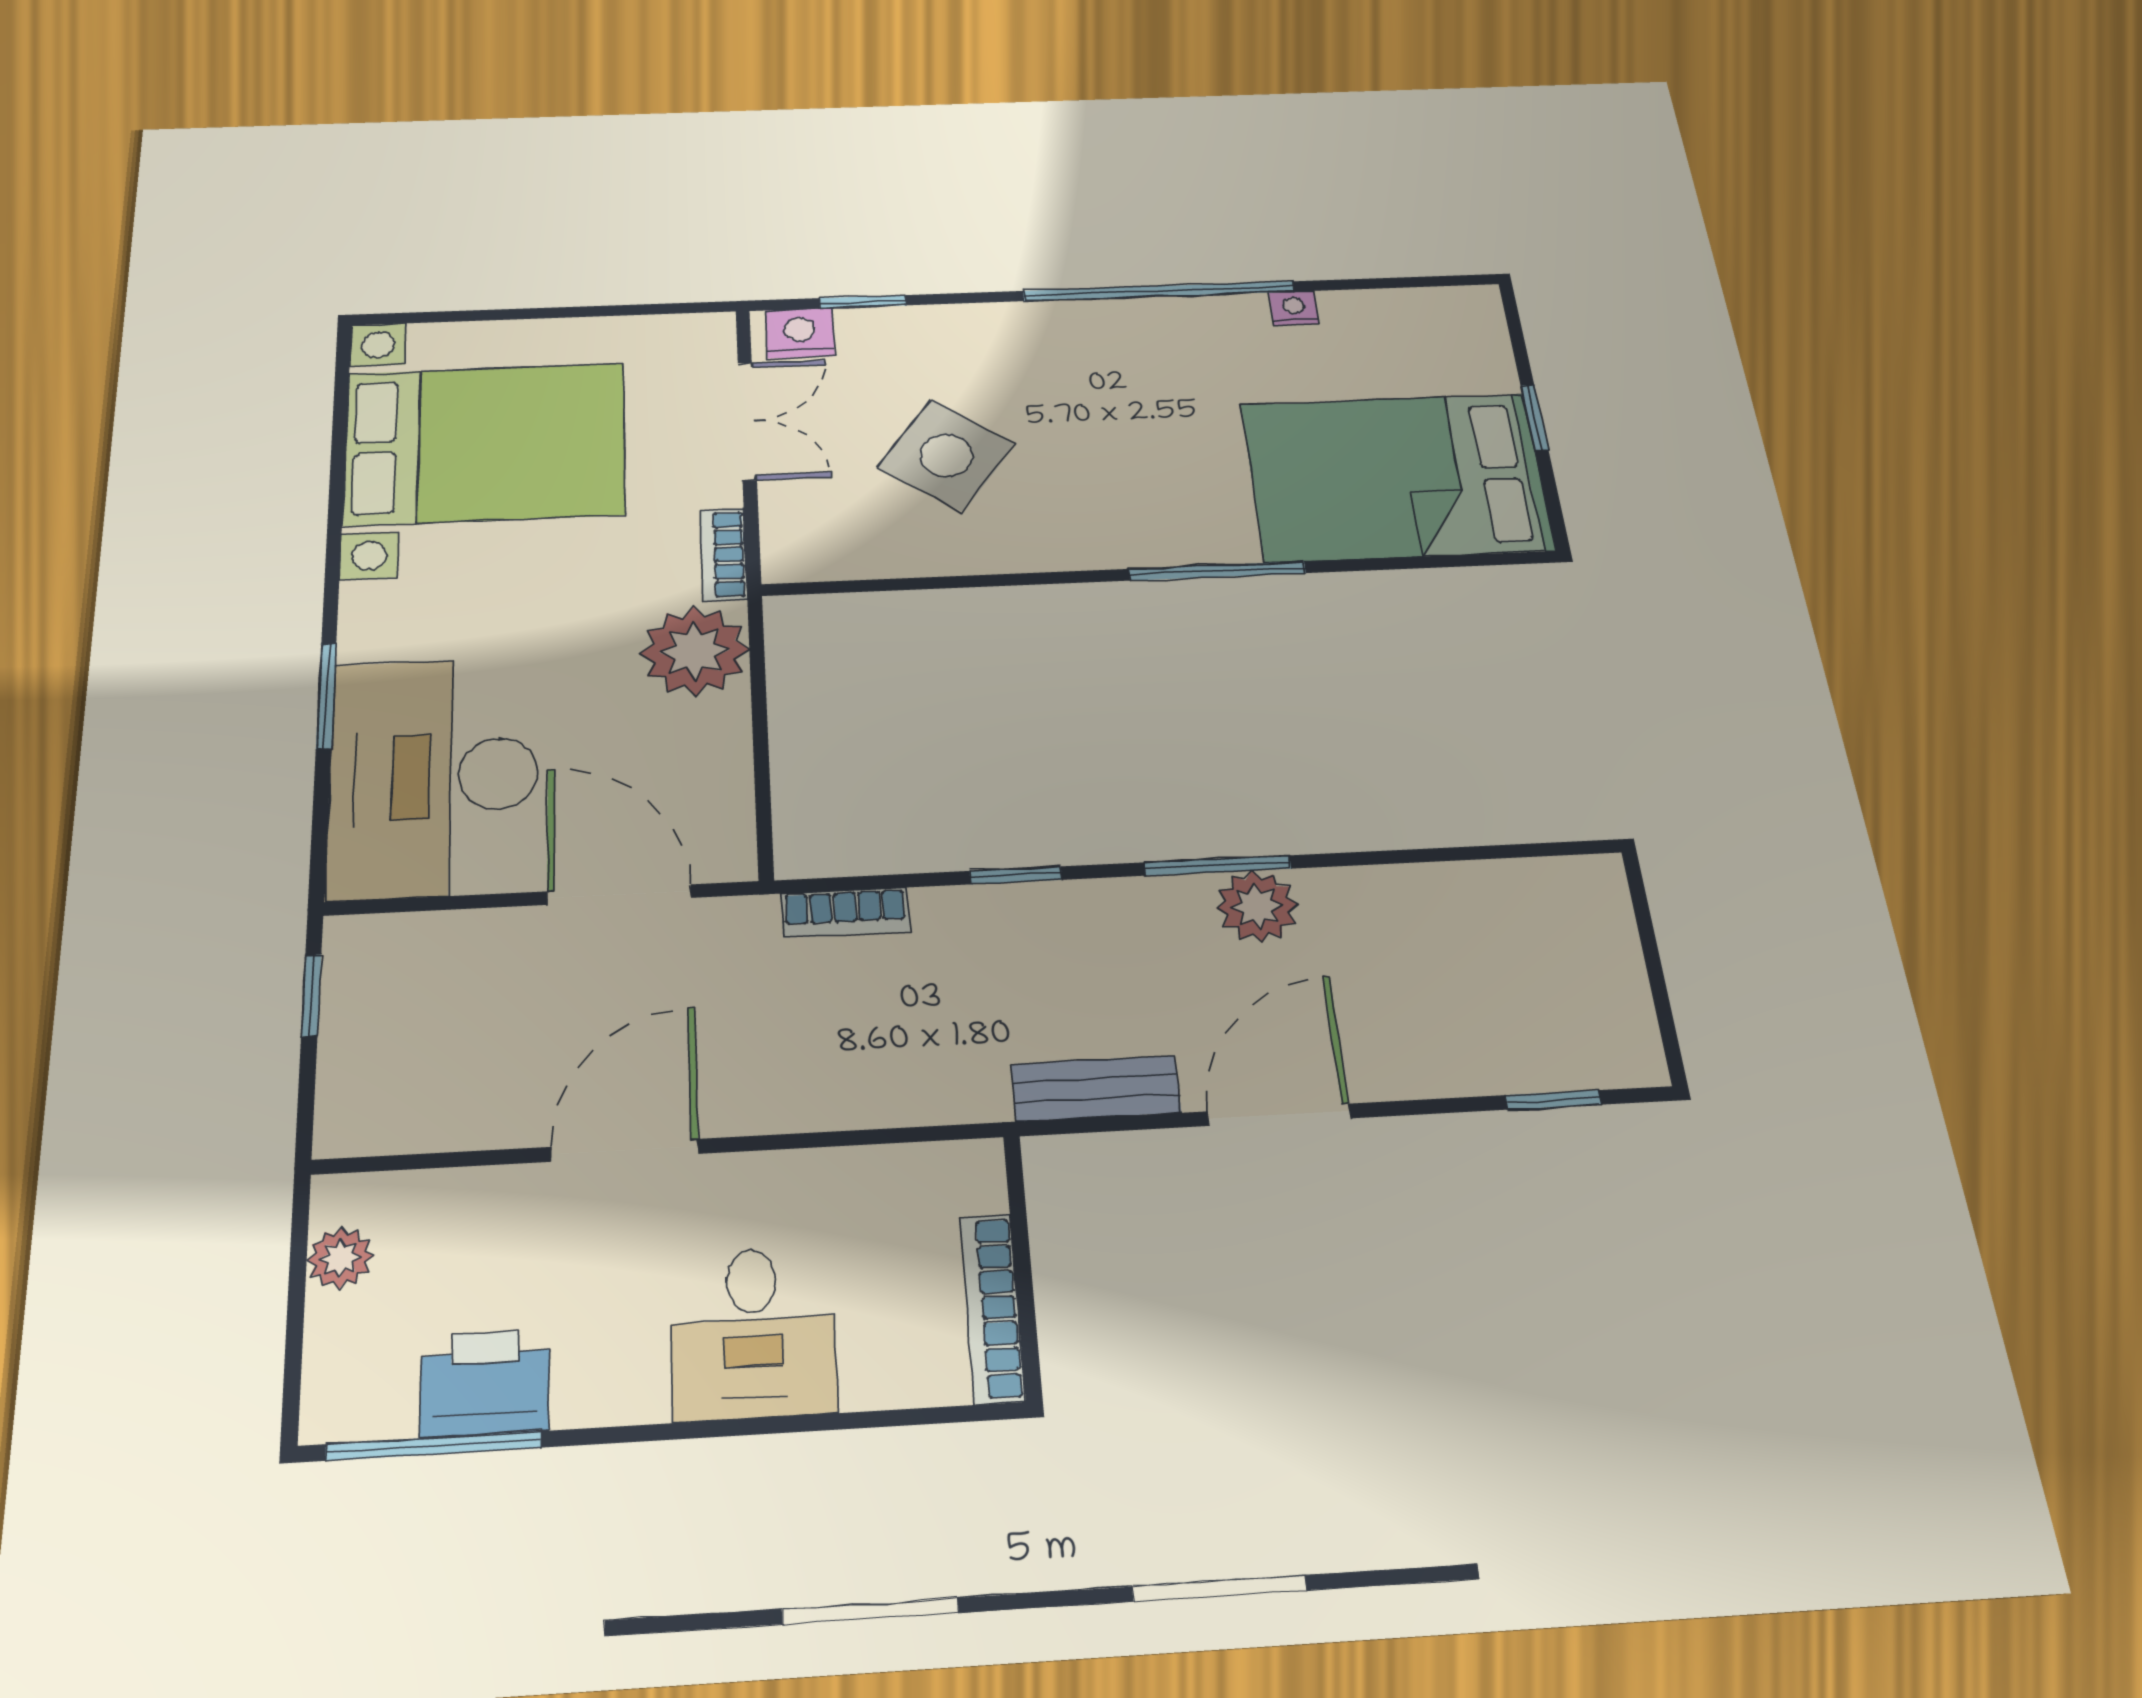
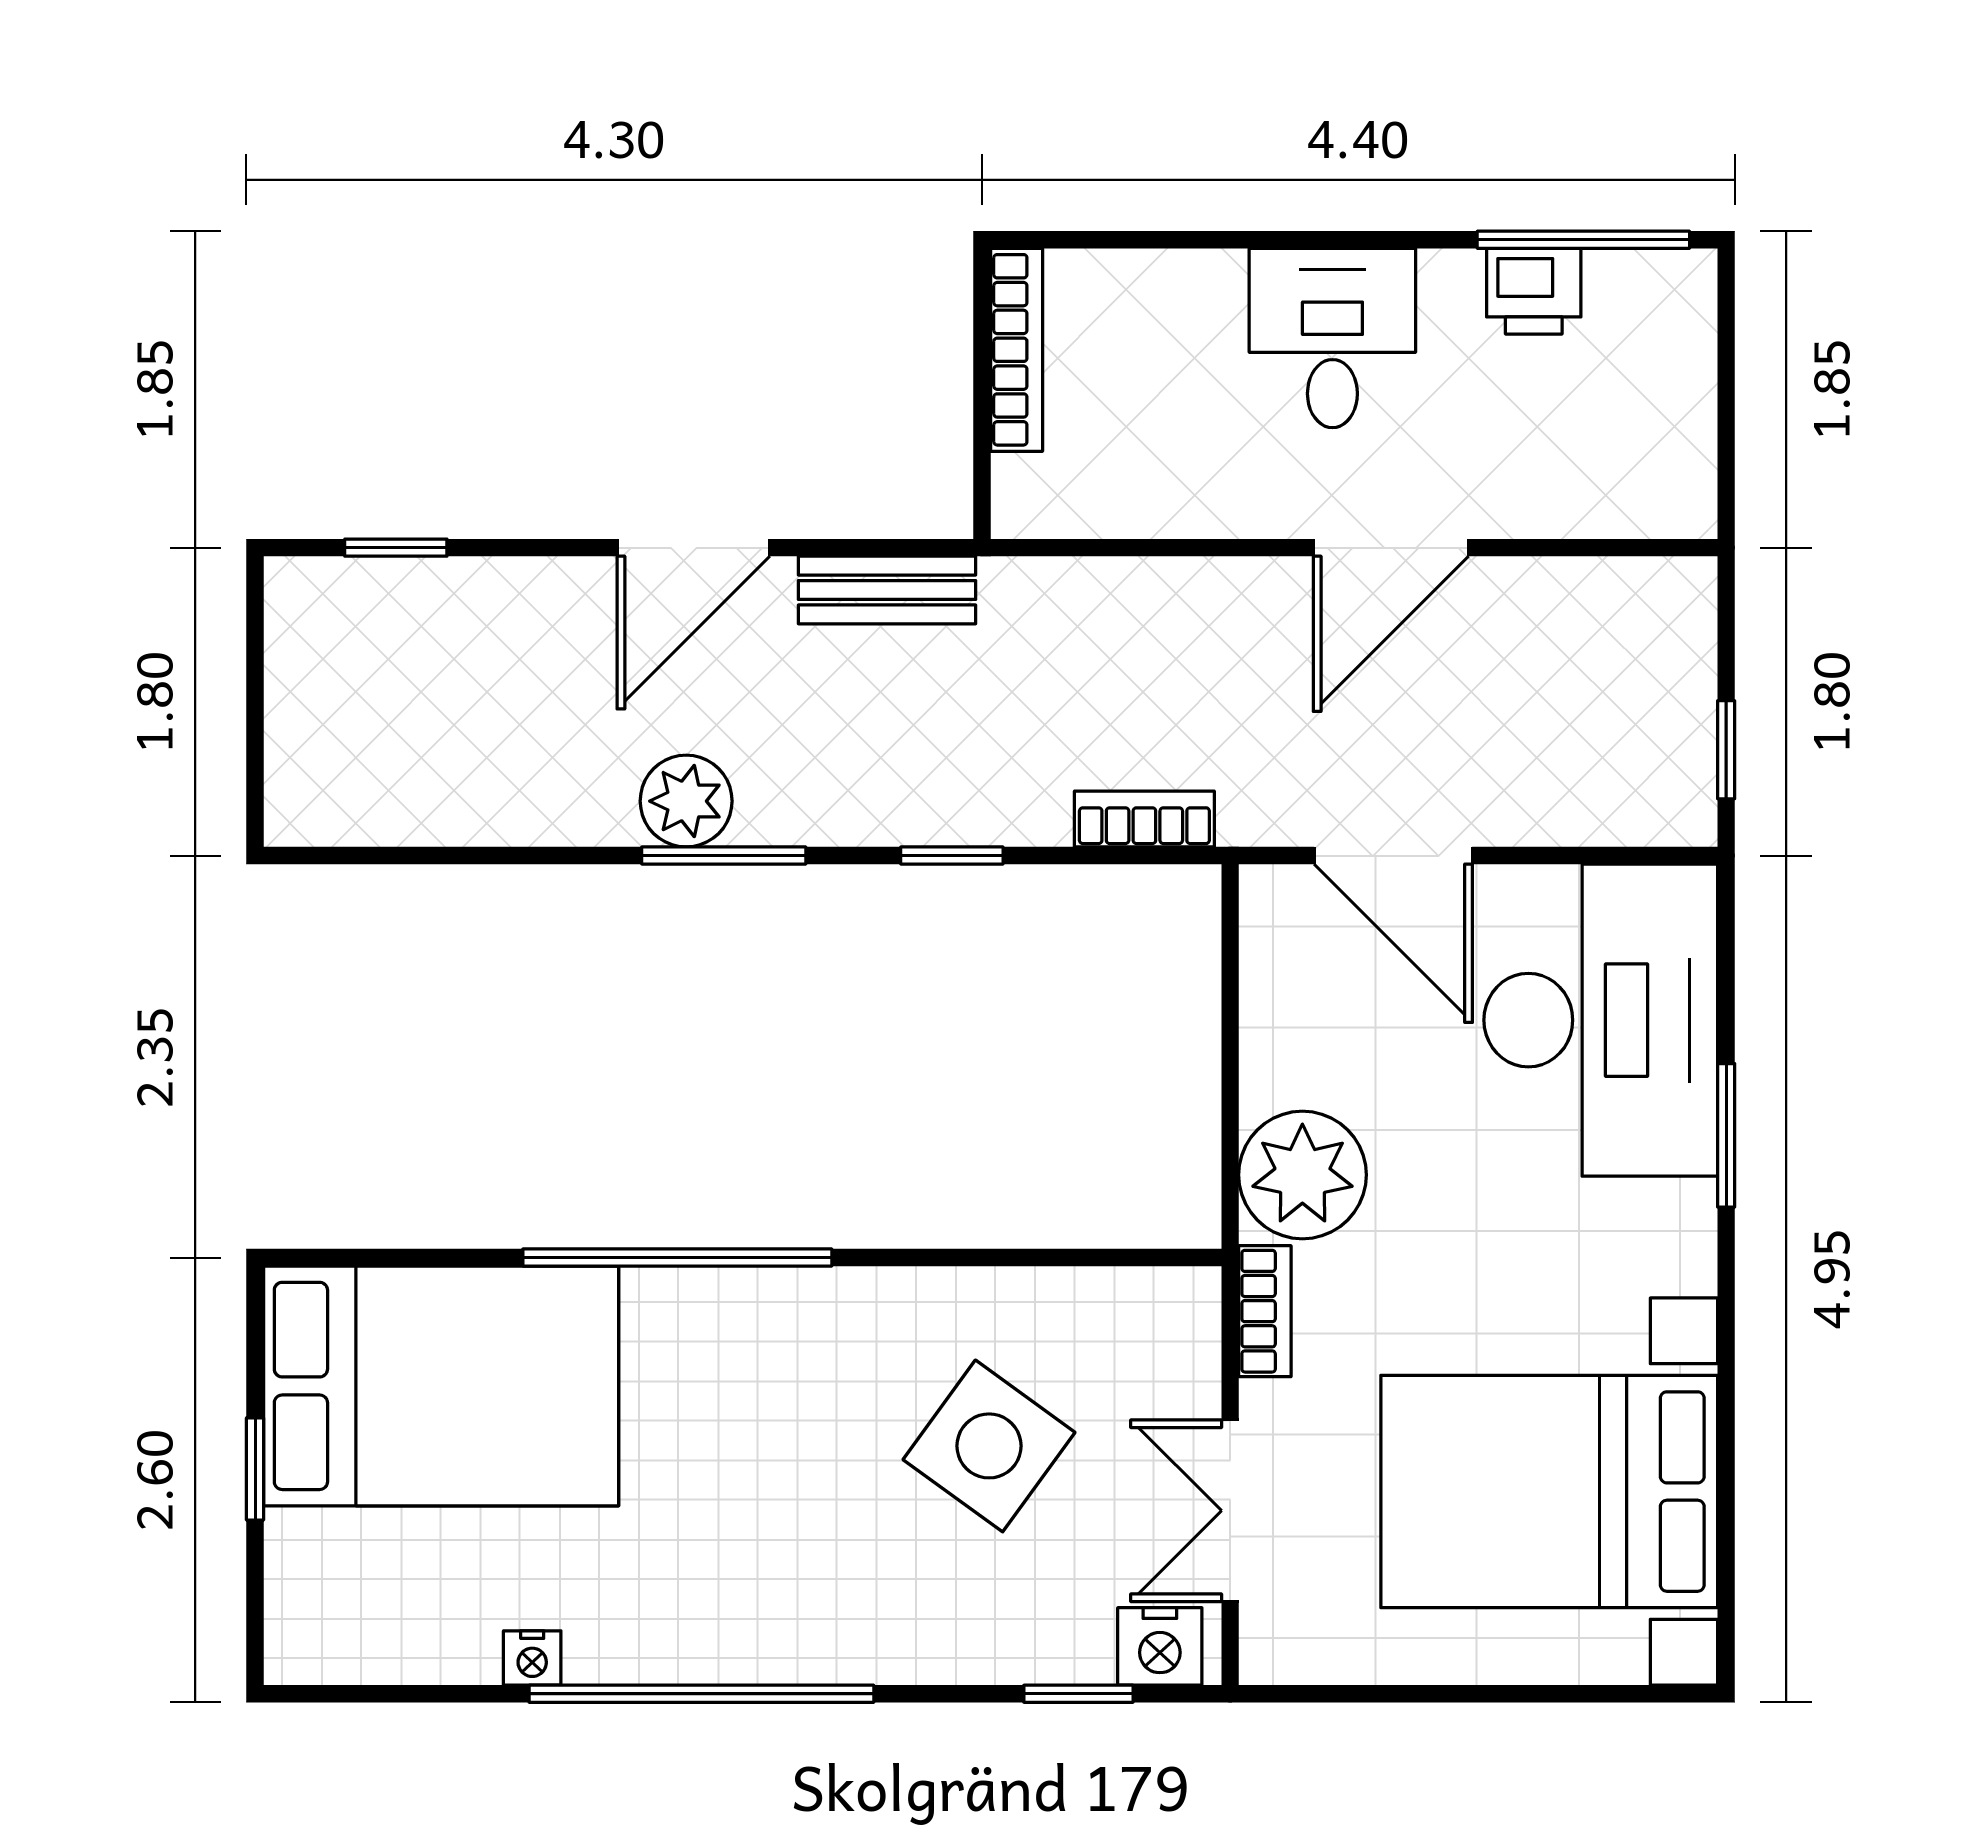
window: (1217, 571) -> (677, 1258), width x1.46
plant: (340, 1258) -> (1683, 445), removed
desk: (753, 1333) -> (1332, 338), moved
printer: (485, 1383) -> (1534, 291), width x0.73, depth x0.81

